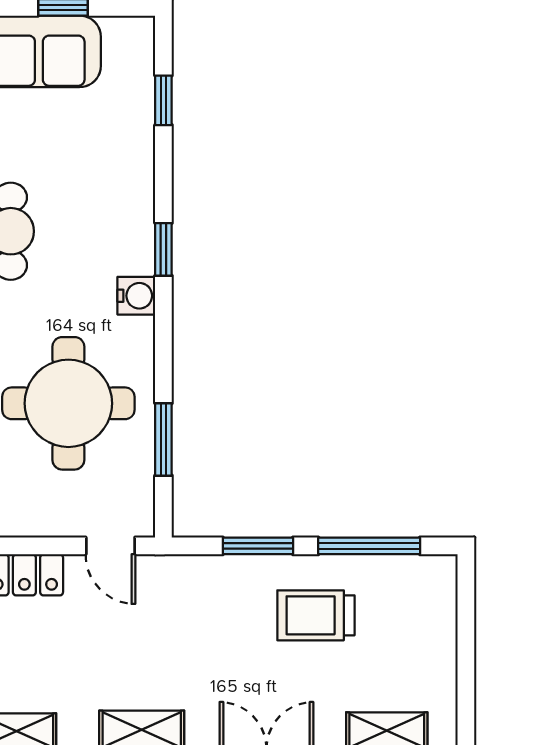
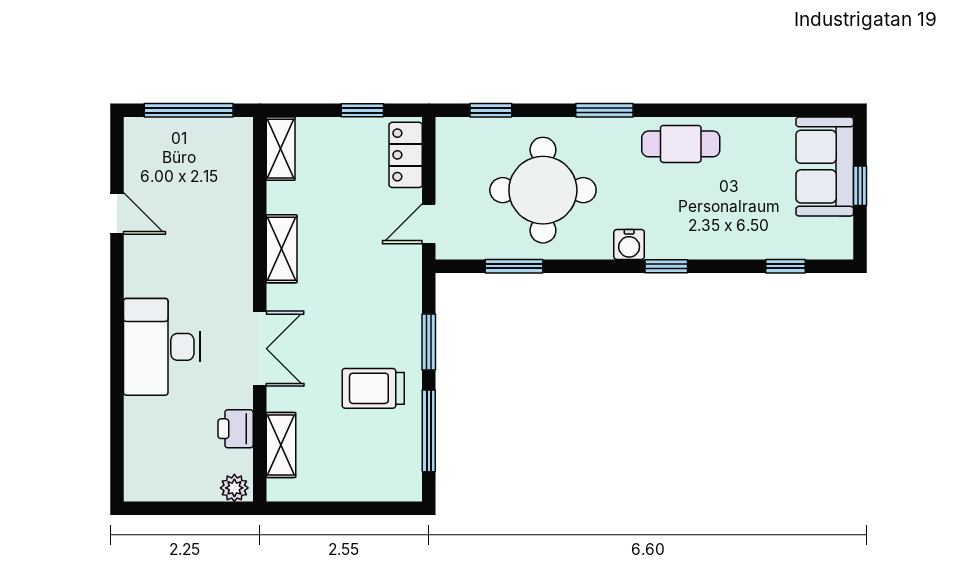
trolley: (316, 615) -> (373, 388), turned -90

